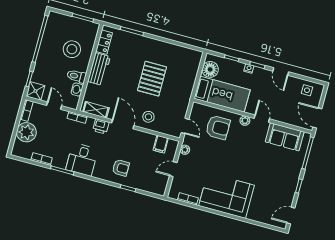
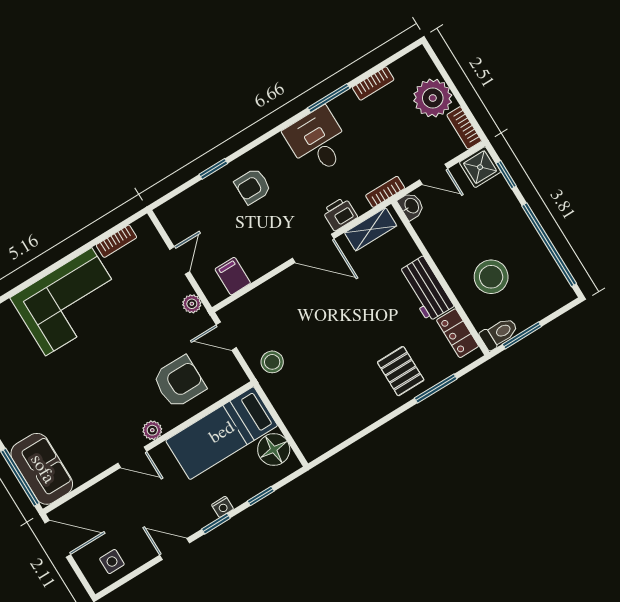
toilet: (76, 76) -> (499, 333), moved
pallet: (152, 79) -> (401, 371), moved, width x0.67, depth x0.71
washbasin: (77, 89) -> (411, 206), moved
stool: (148, 117) -> (272, 362), moved
armchair: (218, 127) -> (179, 382), turned 180
sofa: (285, 137) -> (42, 469), moved, turned 90

